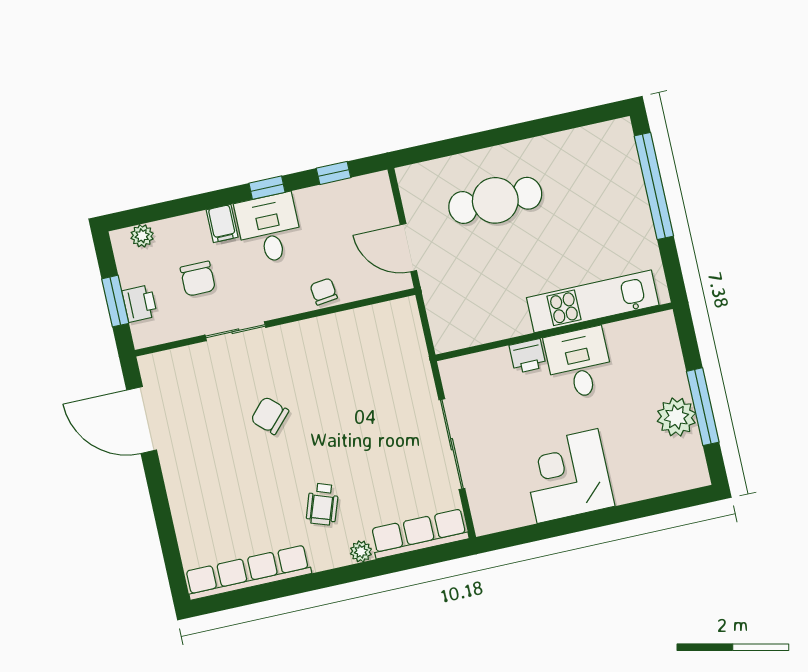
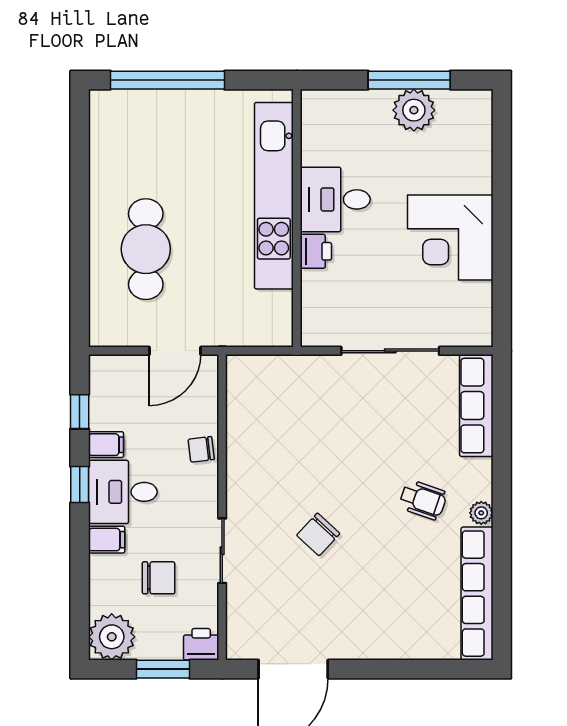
filing cabinet: (309, 204) -> (106, 445), added
plant: (142, 236) -> (112, 637), width x1.88, depth x1.88
kitchen unit: (593, 301) -> (274, 196), width x1.36
printer: (140, 303) -> (201, 644), moved
plant: (361, 551) -> (481, 513), moved

